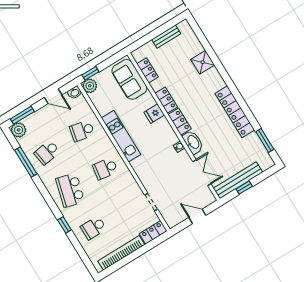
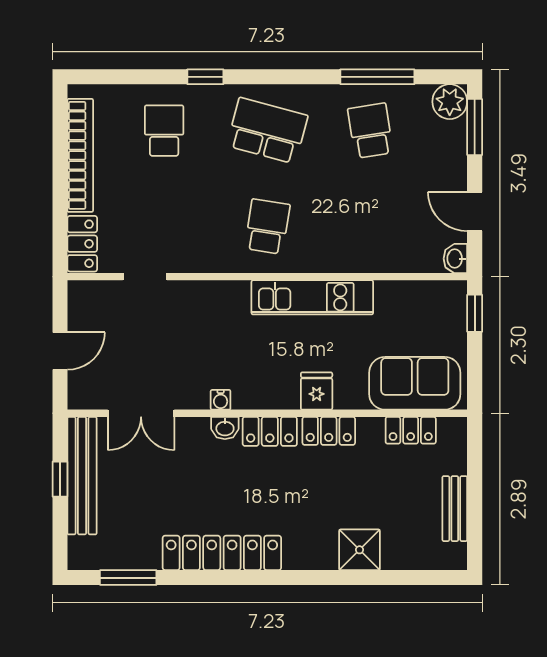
plant: (90, 86) -> (451, 297), removed
door: (53, 96) -> (475, 211), hinge flipped
school desk: (82, 131) -> (370, 227), removed
washbasin: (193, 142) -> (225, 428), width x0.52, depth x0.69

